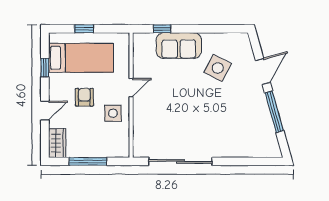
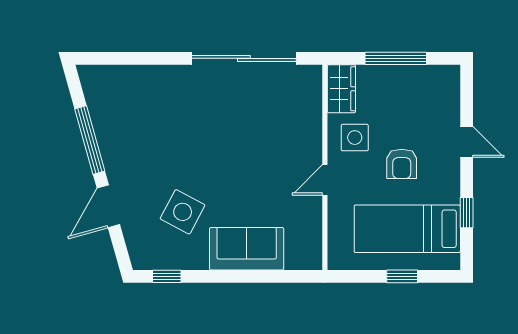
window: (162, 29) -> (167, 276), moved
door: (45, 111) -> (467, 142), swing flipped
wardrobe: (57, 143) -> (341, 89), moved, turned 180

